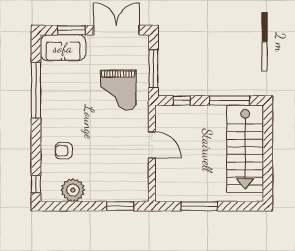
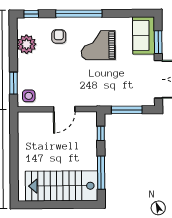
window: (36, 90) -> (79, 14), moved
grand piano: (118, 90) -> (98, 45), moved
side table: (136, 188) -> (29, 96), added
window: (199, 206) -> (14, 149), removed

